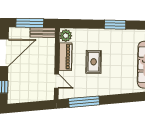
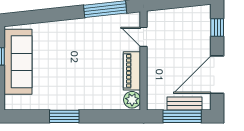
bench: (43, 33) -> (185, 103), moved
rug: (94, 62) -> (93, 64), removed

